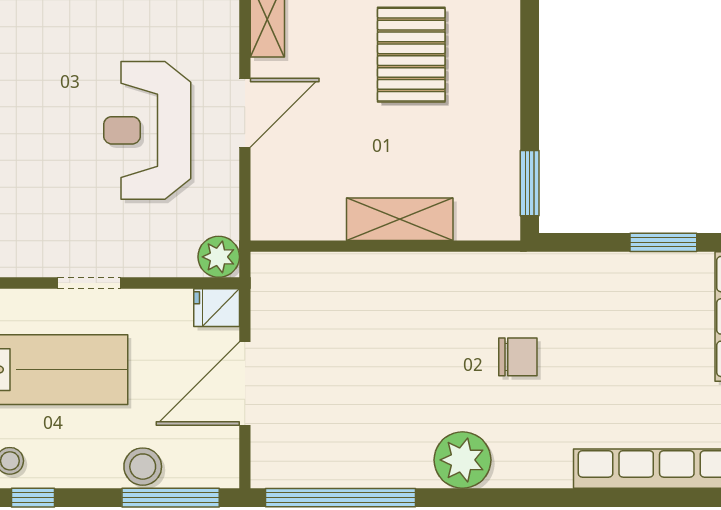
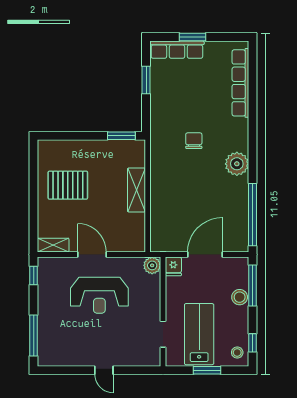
doorway: (89, 283) -> (163, 334), moved
door: (245, 383) -> (205, 255), swing flipped

